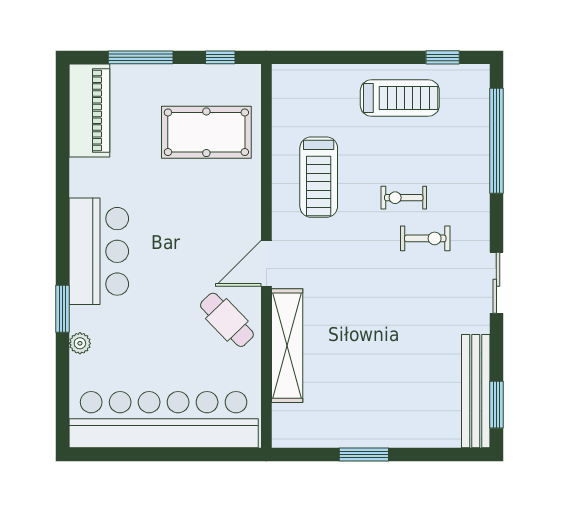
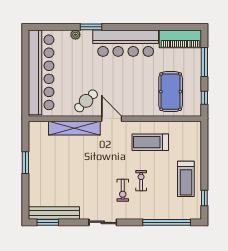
bar counter: (99, 251) -> (126, 43), width x1.36

